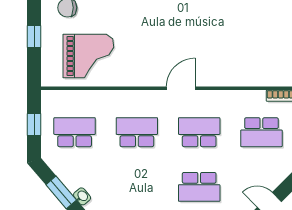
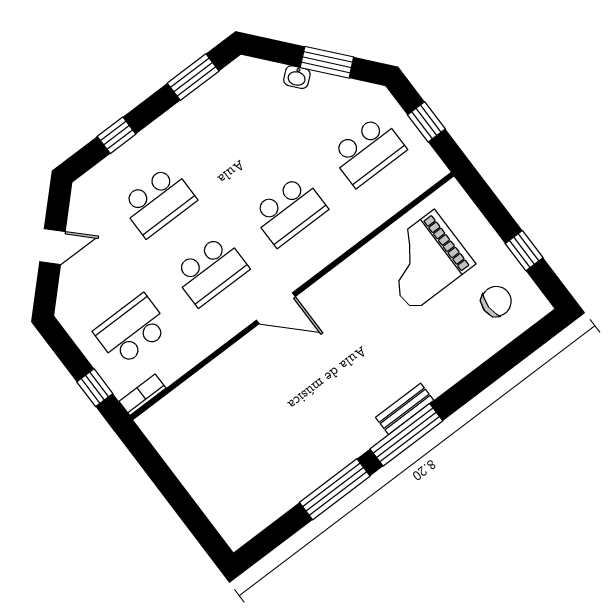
window: (34, 37) -> (524, 251), moved
door: (181, 88) -> (276, 308), hinge flipped
school desk: (199, 187) -> (158, 201), turned 180

